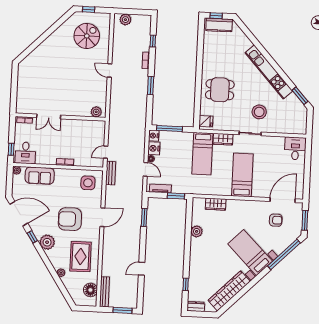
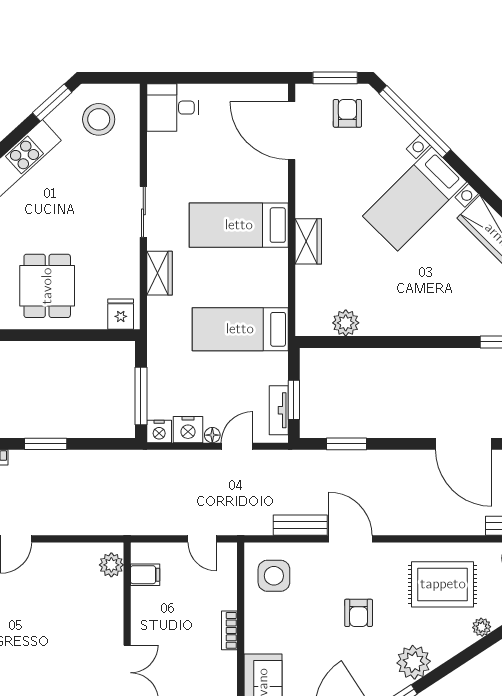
stool: (259, 112) -> (99, 119), moved
filing cabinet: (91, 126) -> (145, 575), added
bed: (202, 154) -> (240, 329), moved, turned 180
bench: (111, 173) -> (300, 525), moved
window: (176, 196) -> (294, 400), moved
wardrobe: (216, 204) -> (308, 241), moved
armchair: (70, 219) -> (359, 613), width x0.53, depth x0.53
armchair: (276, 220) -> (347, 113), moved
plant: (197, 231) -> (346, 323), moved
door: (142, 269) -> (464, 444), width x1.87

